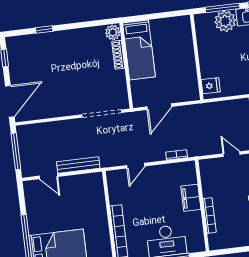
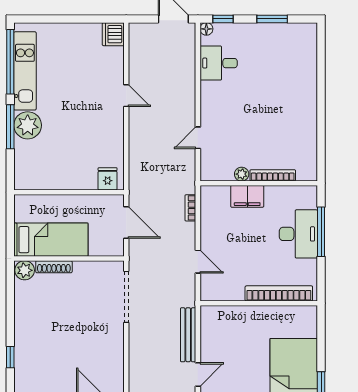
wall: (197, 57) -> (69, 192), moved
fridge: (211, 86) -> (108, 179), moved
plant: (208, 191) -> (242, 174), added

